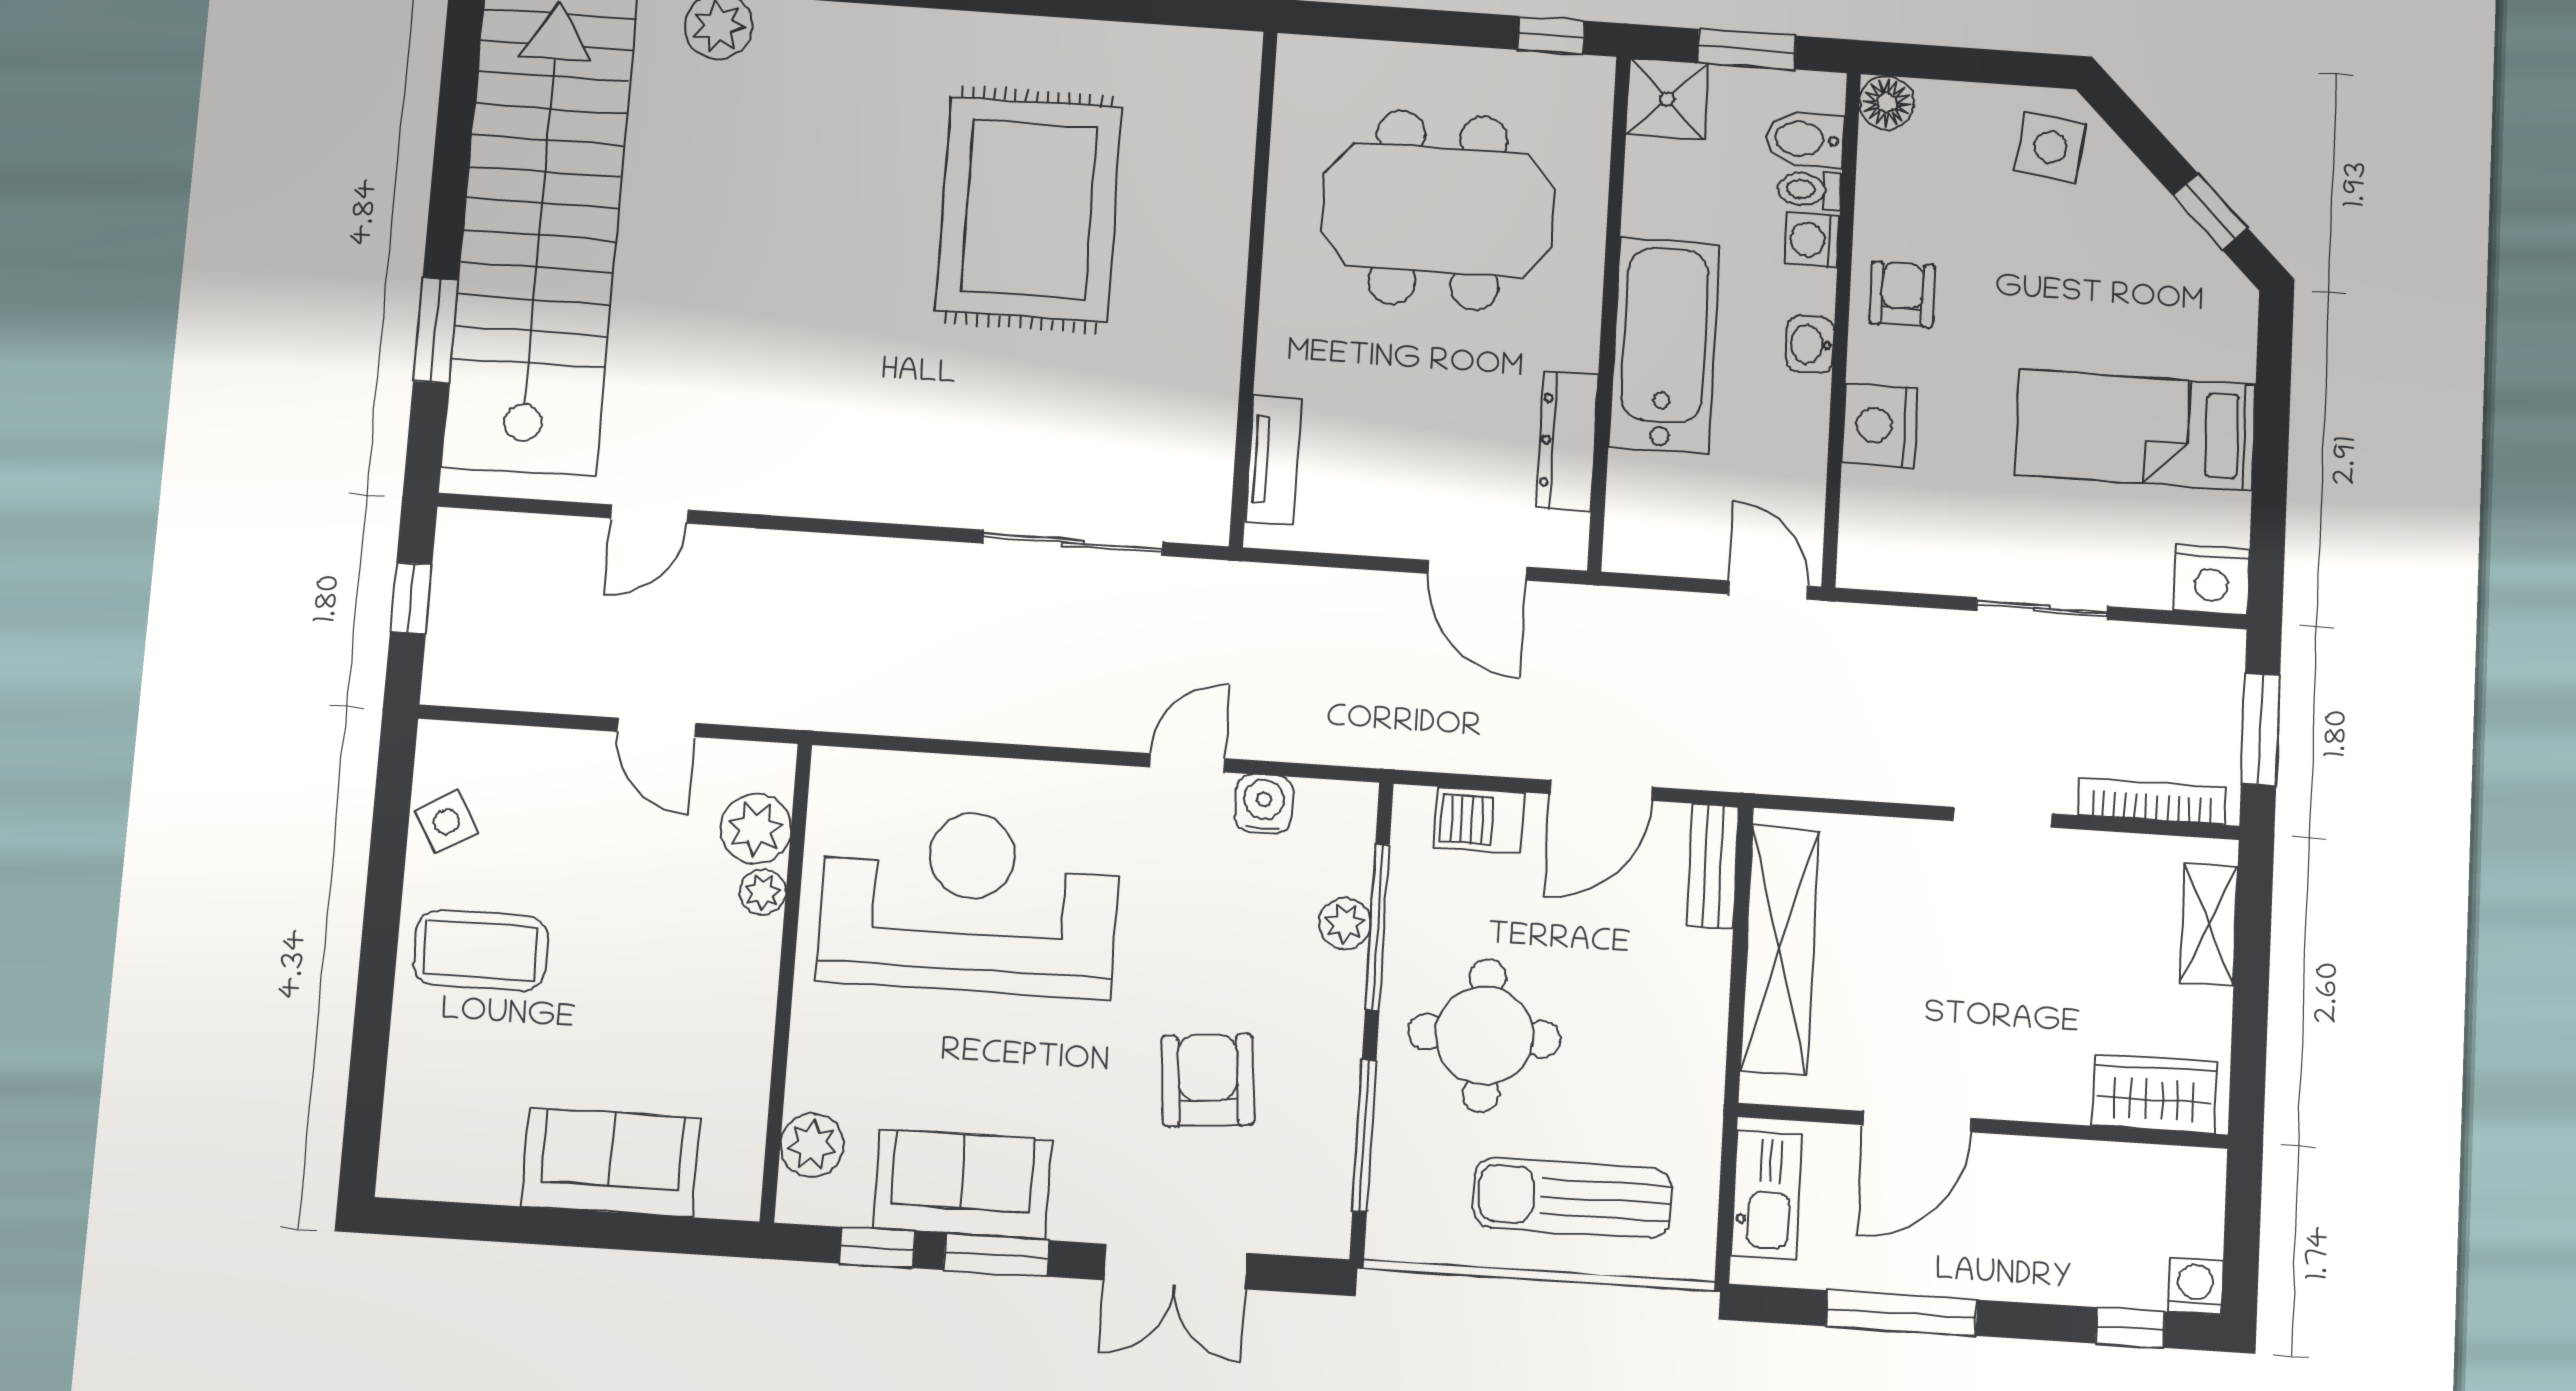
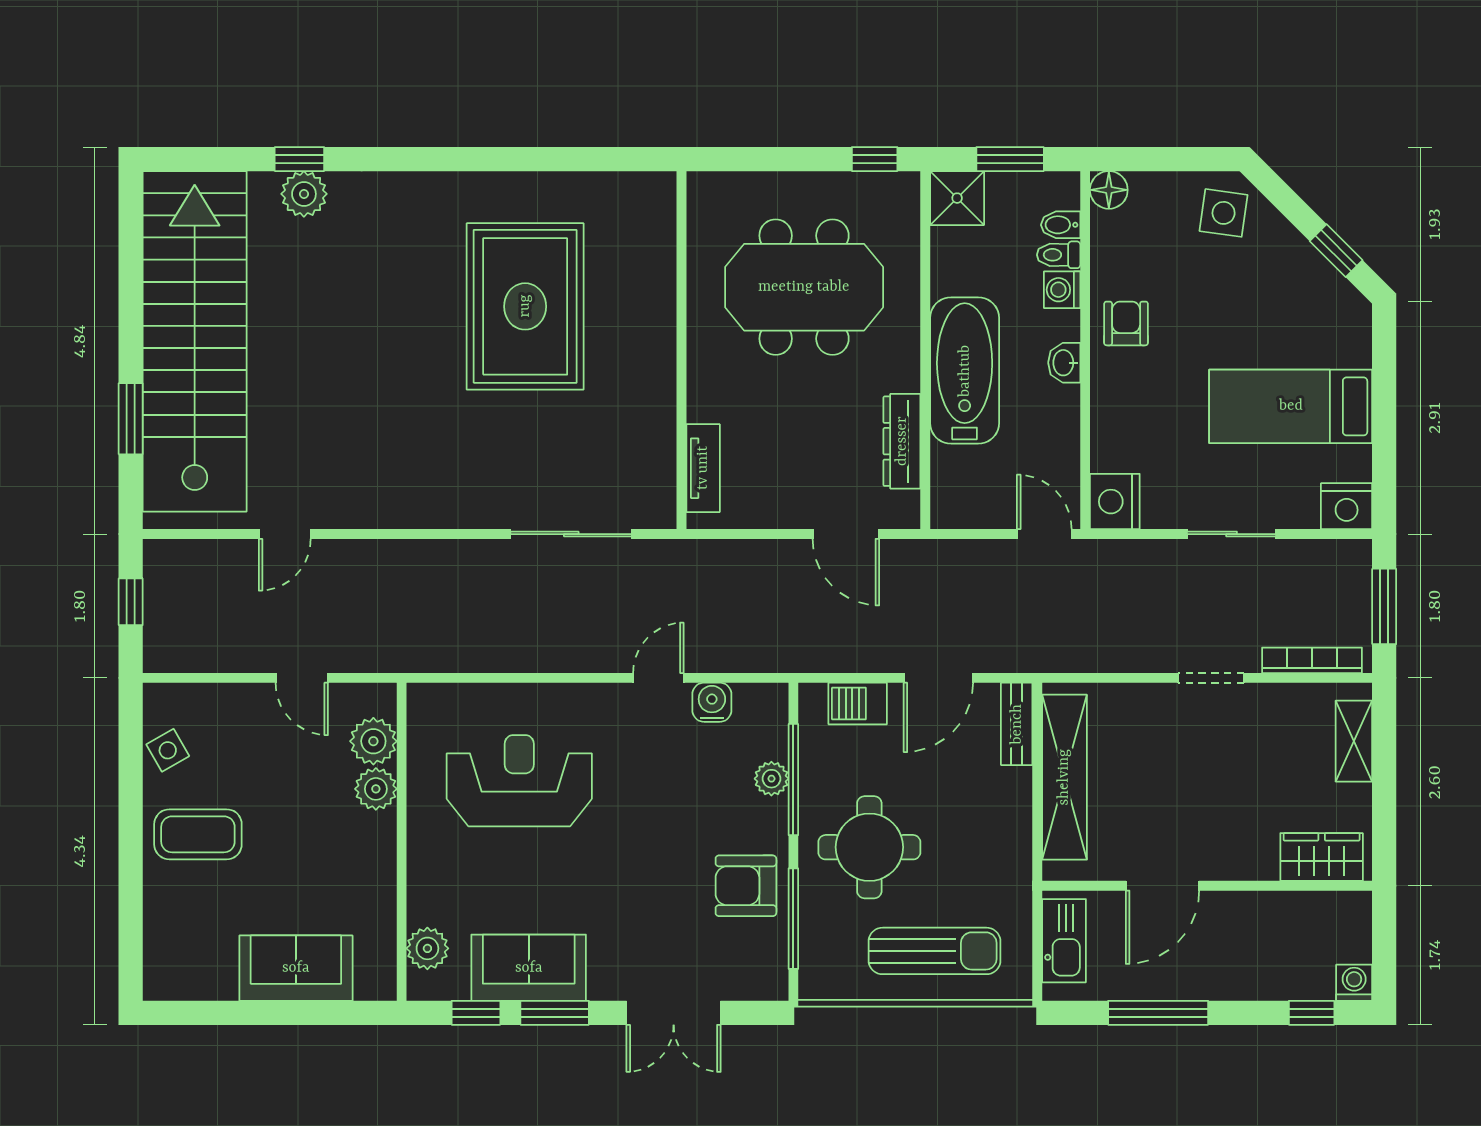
bidet: (1805, 139) -> (1061, 225), width x0.72, depth x0.74
nightstand: (1880, 425) -> (1115, 502), moved
plant: (763, 892) -> (376, 789), width x1.38, depth x1.38
reception desk: (969, 902) -> (519, 781), width x0.74, depth x0.77
armchair: (1208, 1080) -> (746, 886), moved, turned -85
sun lounger: (1572, 1198) -> (935, 951), turned 180

